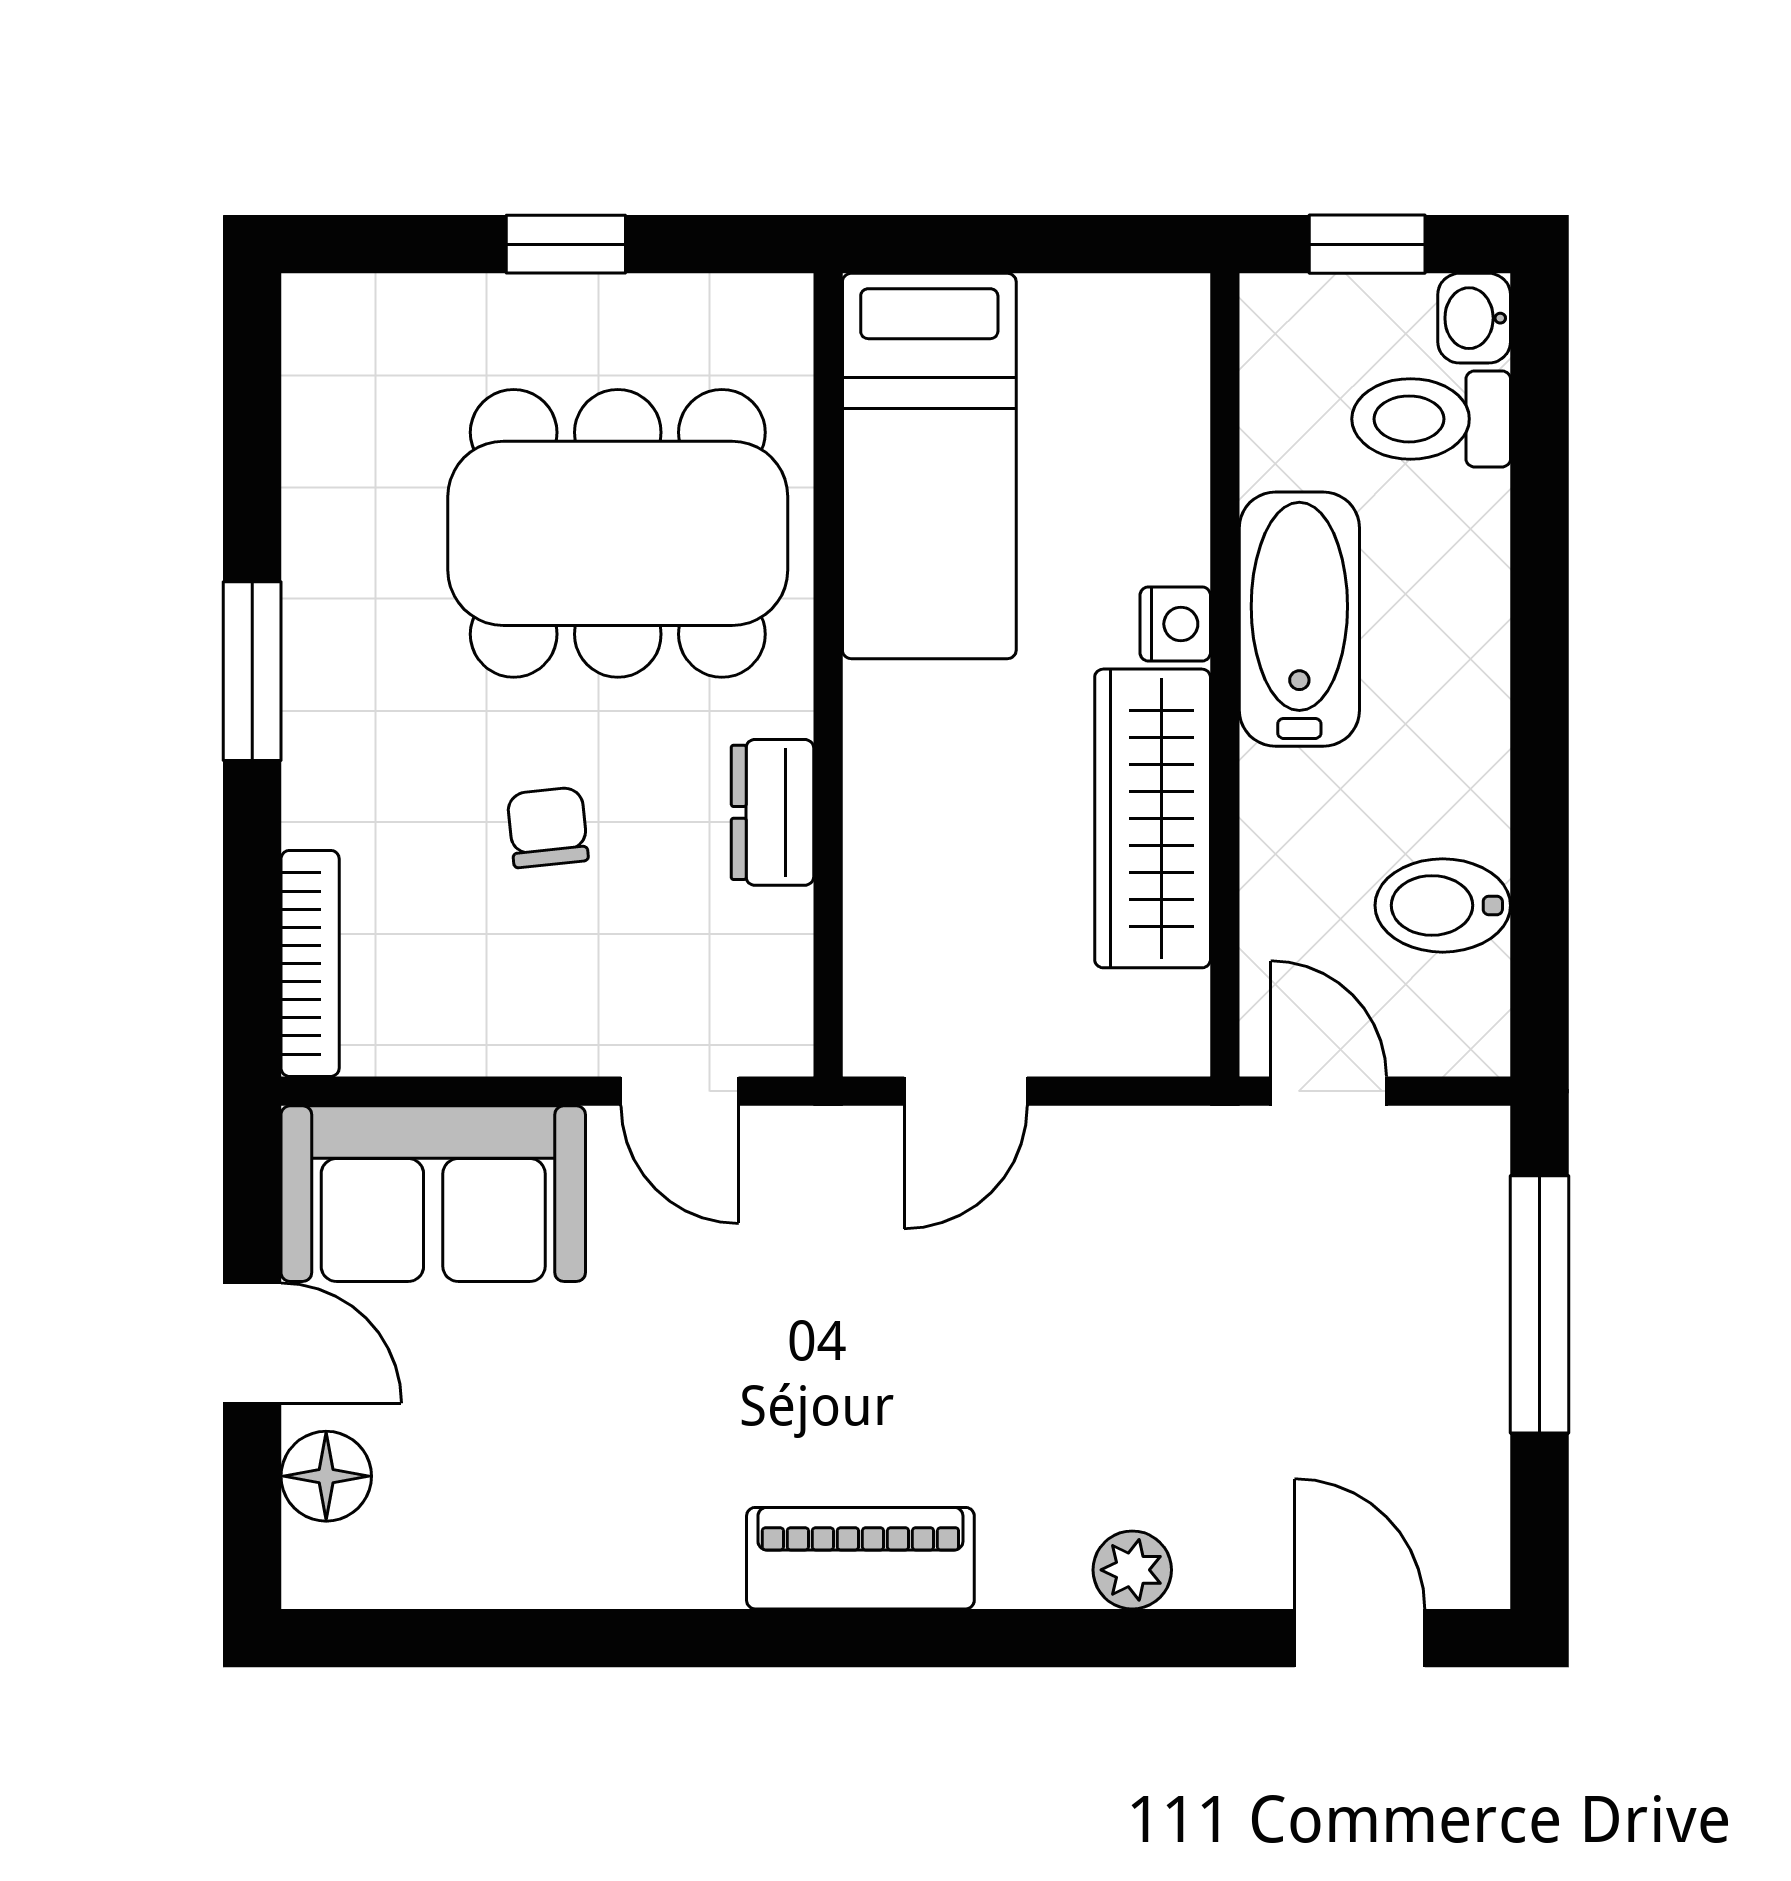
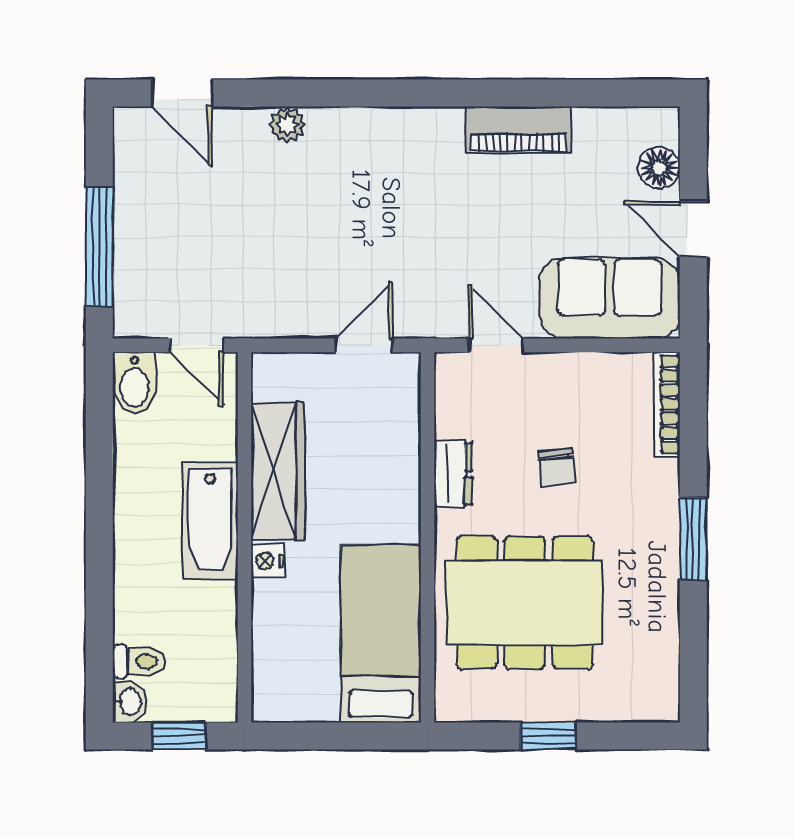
toilet: (1431, 419) -> (139, 661), width x0.73, depth x0.72
bathtub: (1299, 619) -> (210, 521), moved
bidet: (1443, 905) -> (134, 383), moved, turned 90
piano: (860, 1558) -> (518, 130), moved

